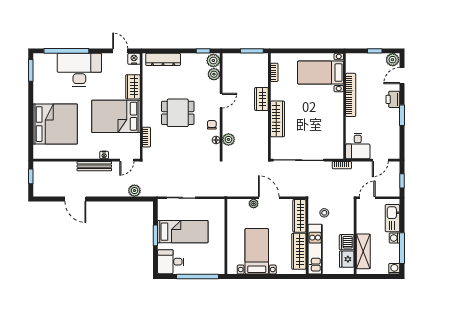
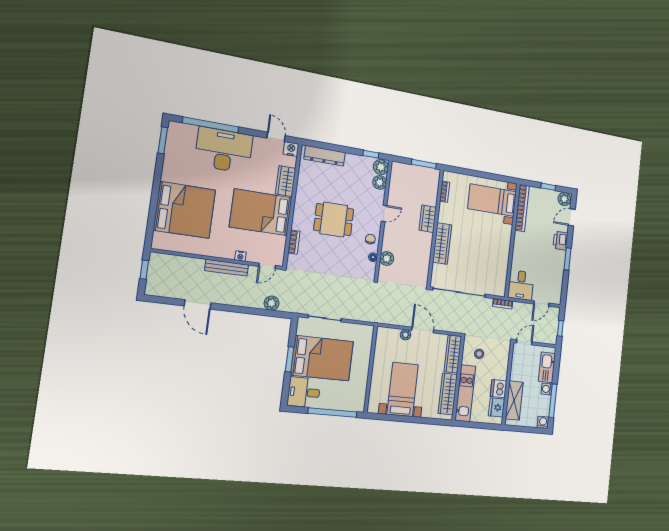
bookcase: (351, 95) -> (522, 208), moved
bed: (183, 232) -> (322, 358), width x1.50

